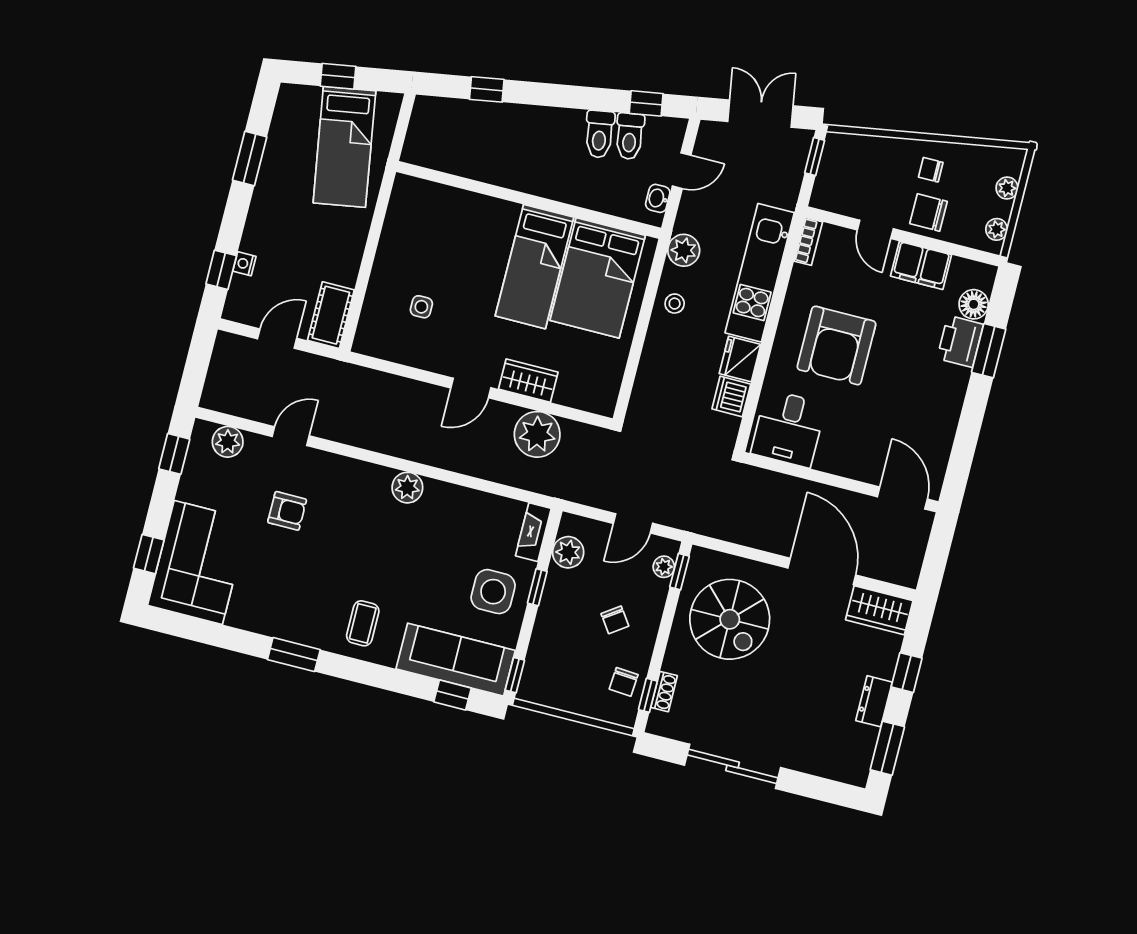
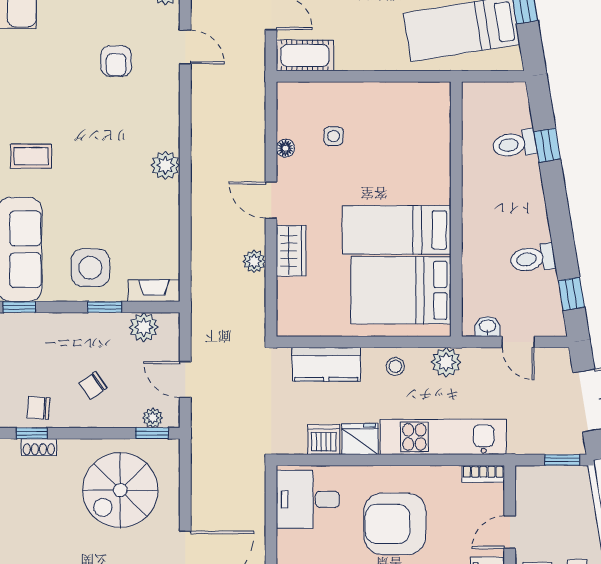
toilet: (630, 136) -> (514, 144), moved
floor lamp: (421, 360) -> (285, 148), added
kitchen counter: (654, 374) -> (326, 364), added
plant: (537, 434) -> (254, 261), width x0.53, depth x0.53

